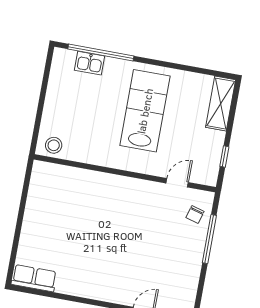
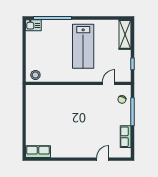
kitchen sink: (90, 63) -> (33, 25), moved
lab bench: (145, 111) -> (83, 46), turned 180
row of seats: (190, 280) -> (126, 137), added

